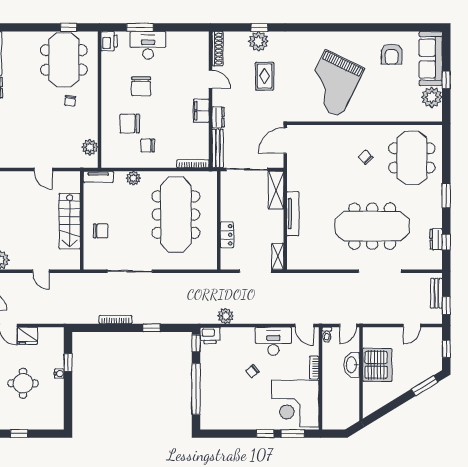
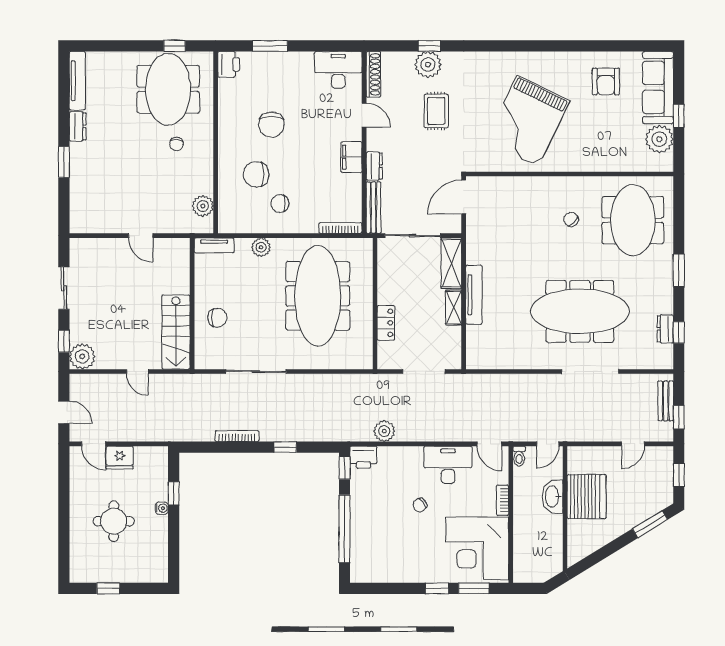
desk: (148, 45) -> (338, 70), moved
stairs: (70, 221) -> (176, 332), moved
shelving: (278, 256) -> (454, 308), moved

